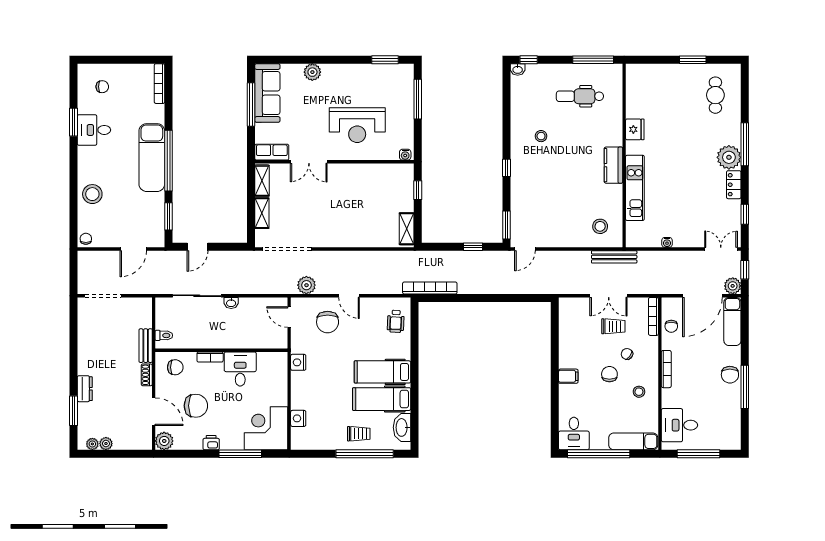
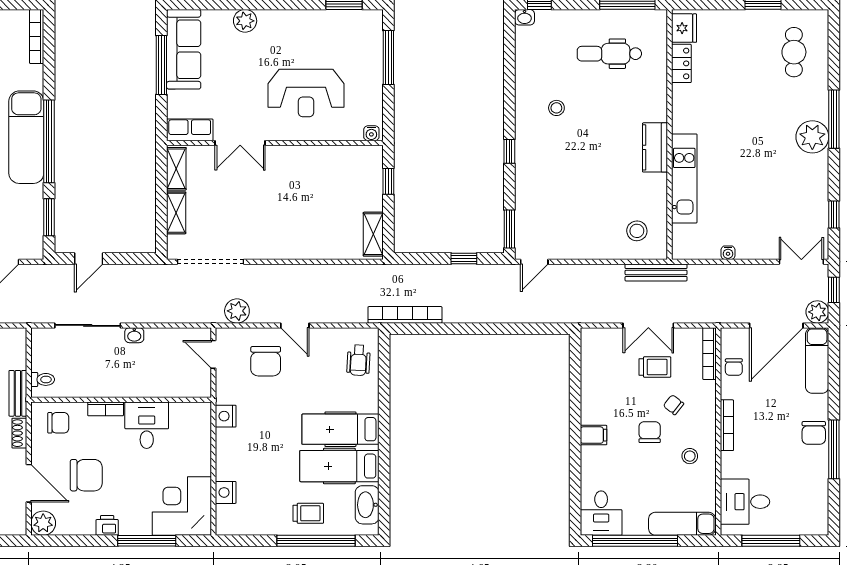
fridge: (635, 129) -> (684, 28), moved
locker: (734, 185) -> (681, 63), moved, turned 180

